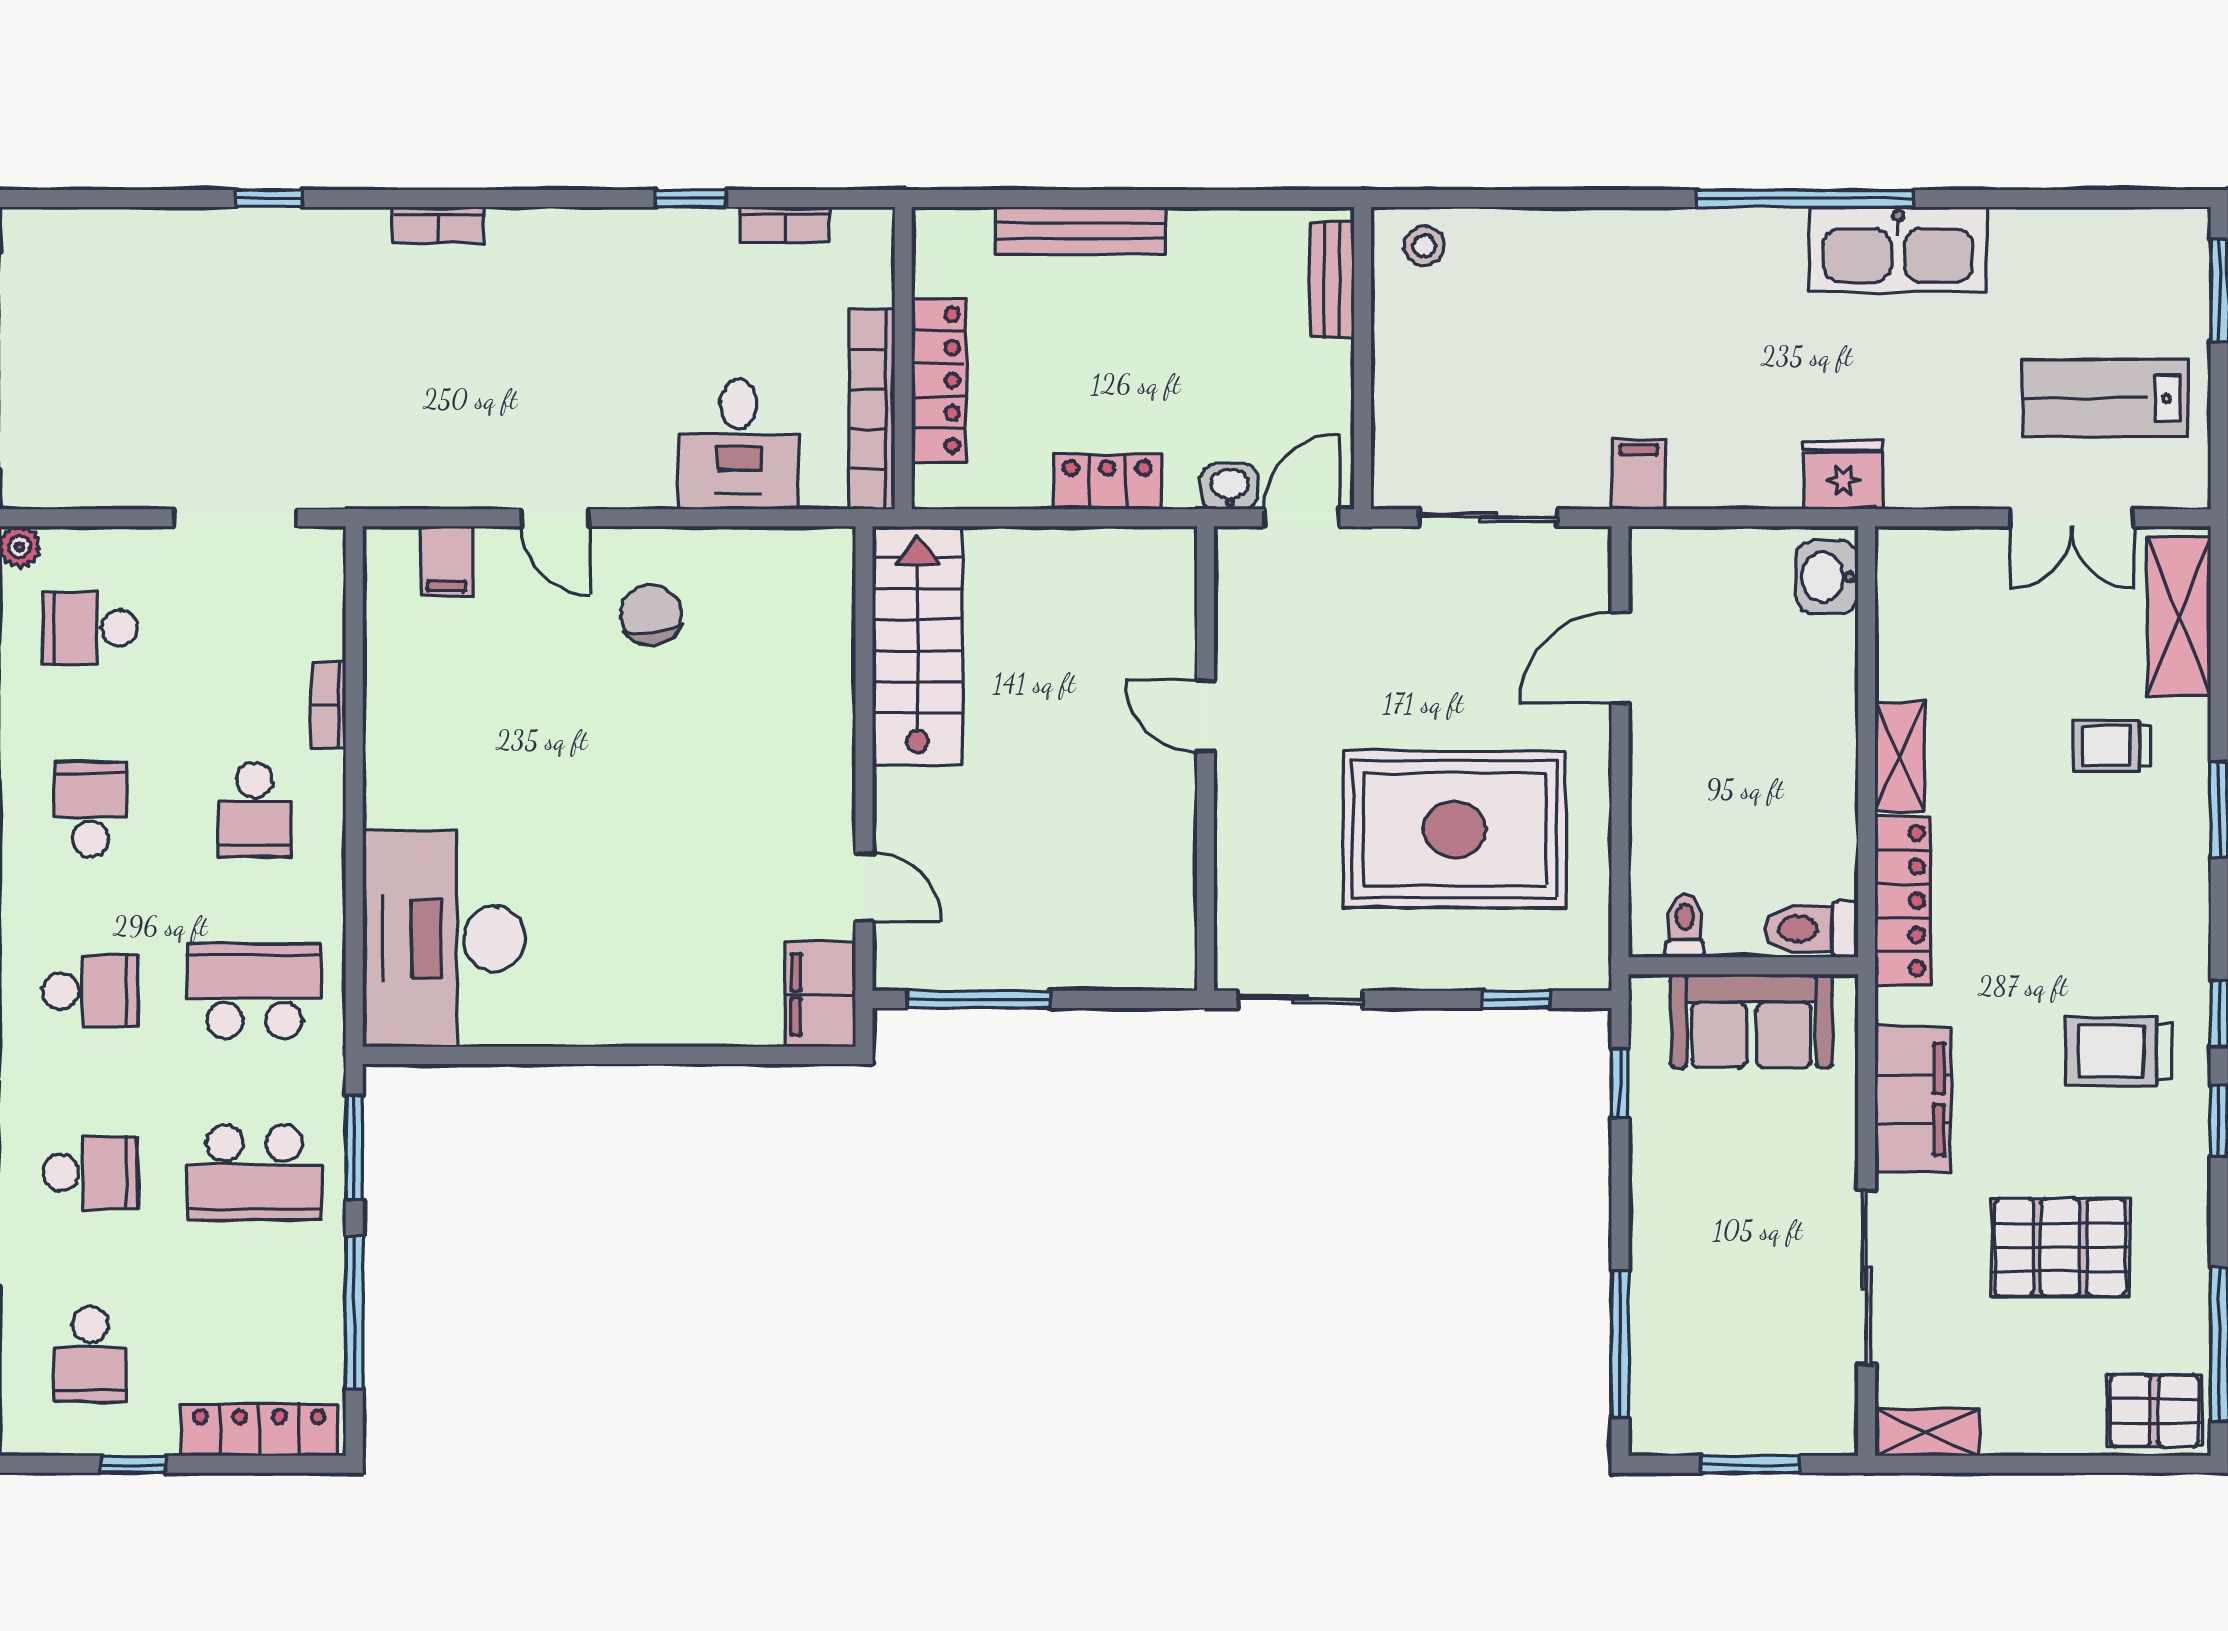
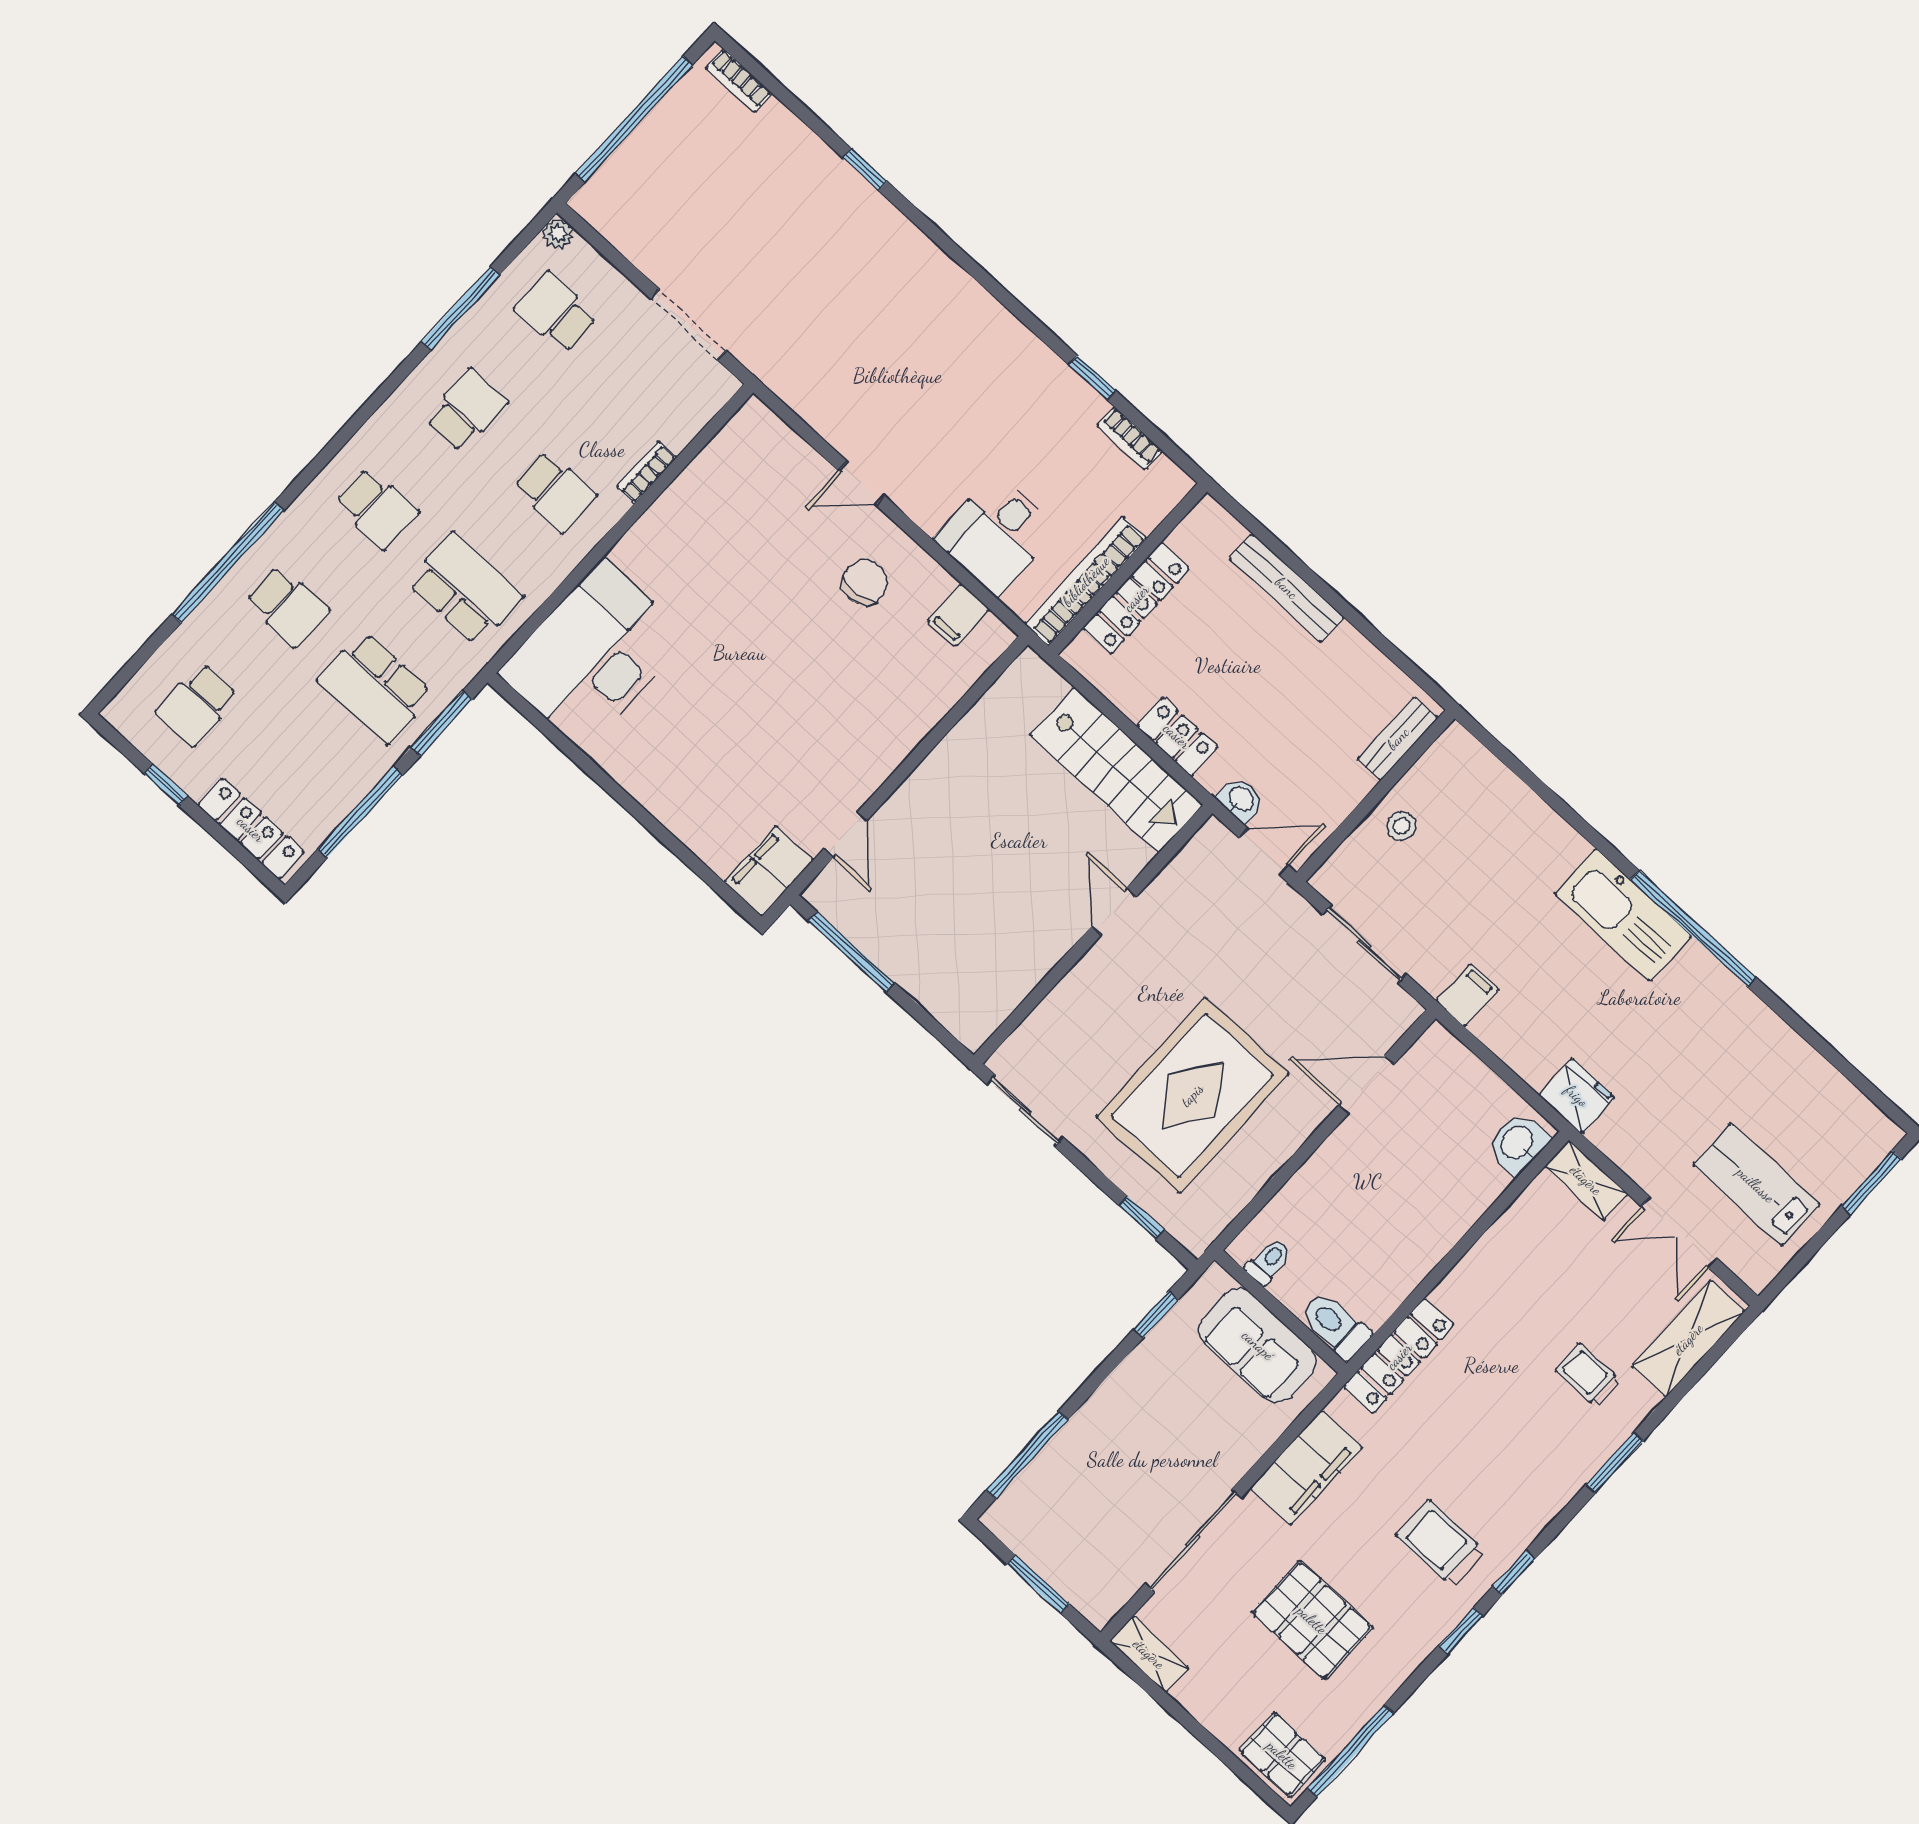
bookcase: (438, 225) -> (739, 81), moved
stool: (1424, 246) -> (1402, 826), moved
kitchen sink: (1898, 249) -> (1623, 915), moved
door: (556, 518) -> (862, 483), hinge flipped
filing cabinet: (447, 561) -> (958, 615), moved
stairs: (917, 646) -> (1117, 770), moved, turned 90
shelving: (1900, 757) -> (1586, 1180), moved, turned 90
school desk: (254, 809) -> (555, 492), turned -90
rug: (1455, 829) -> (1192, 1095), turned 90

